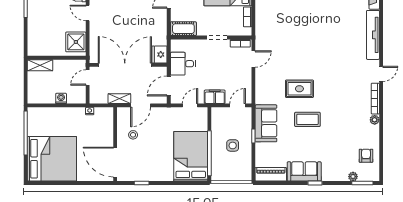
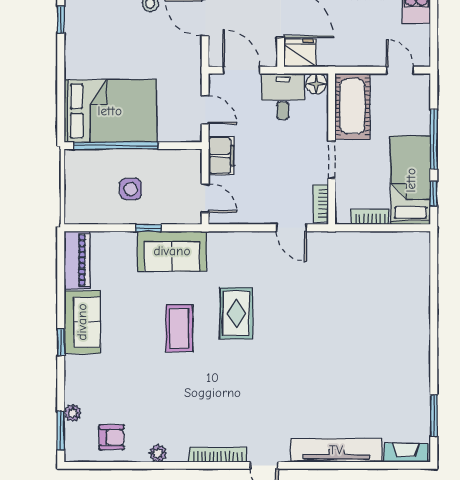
cot: (183, 29) -> (352, 106), width x1.37, depth x1.34
floor lamp: (176, 46) -> (316, 84), added
plant: (375, 120) -> (158, 453), moved

